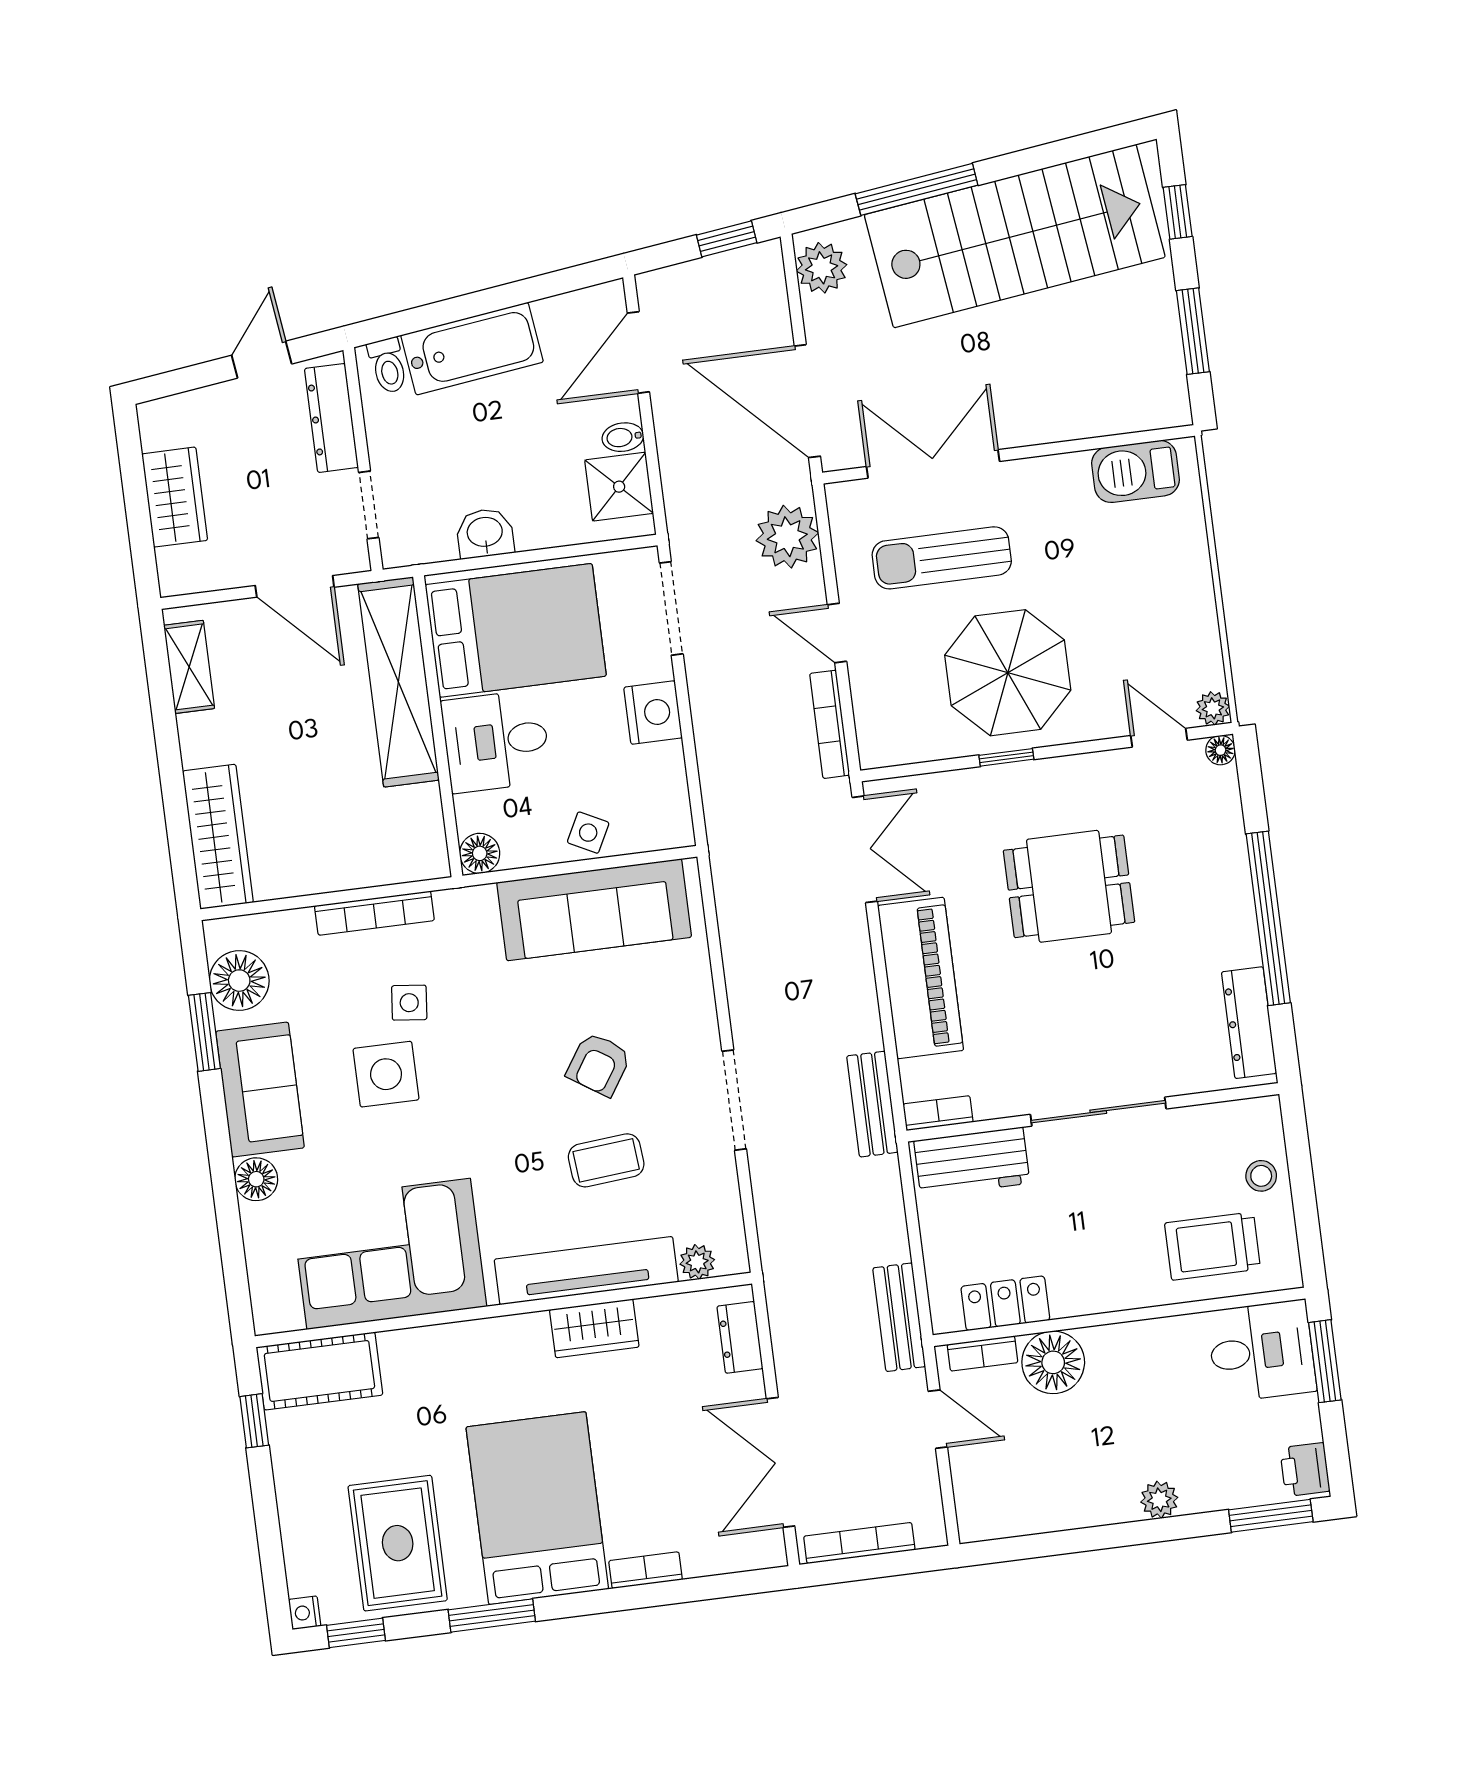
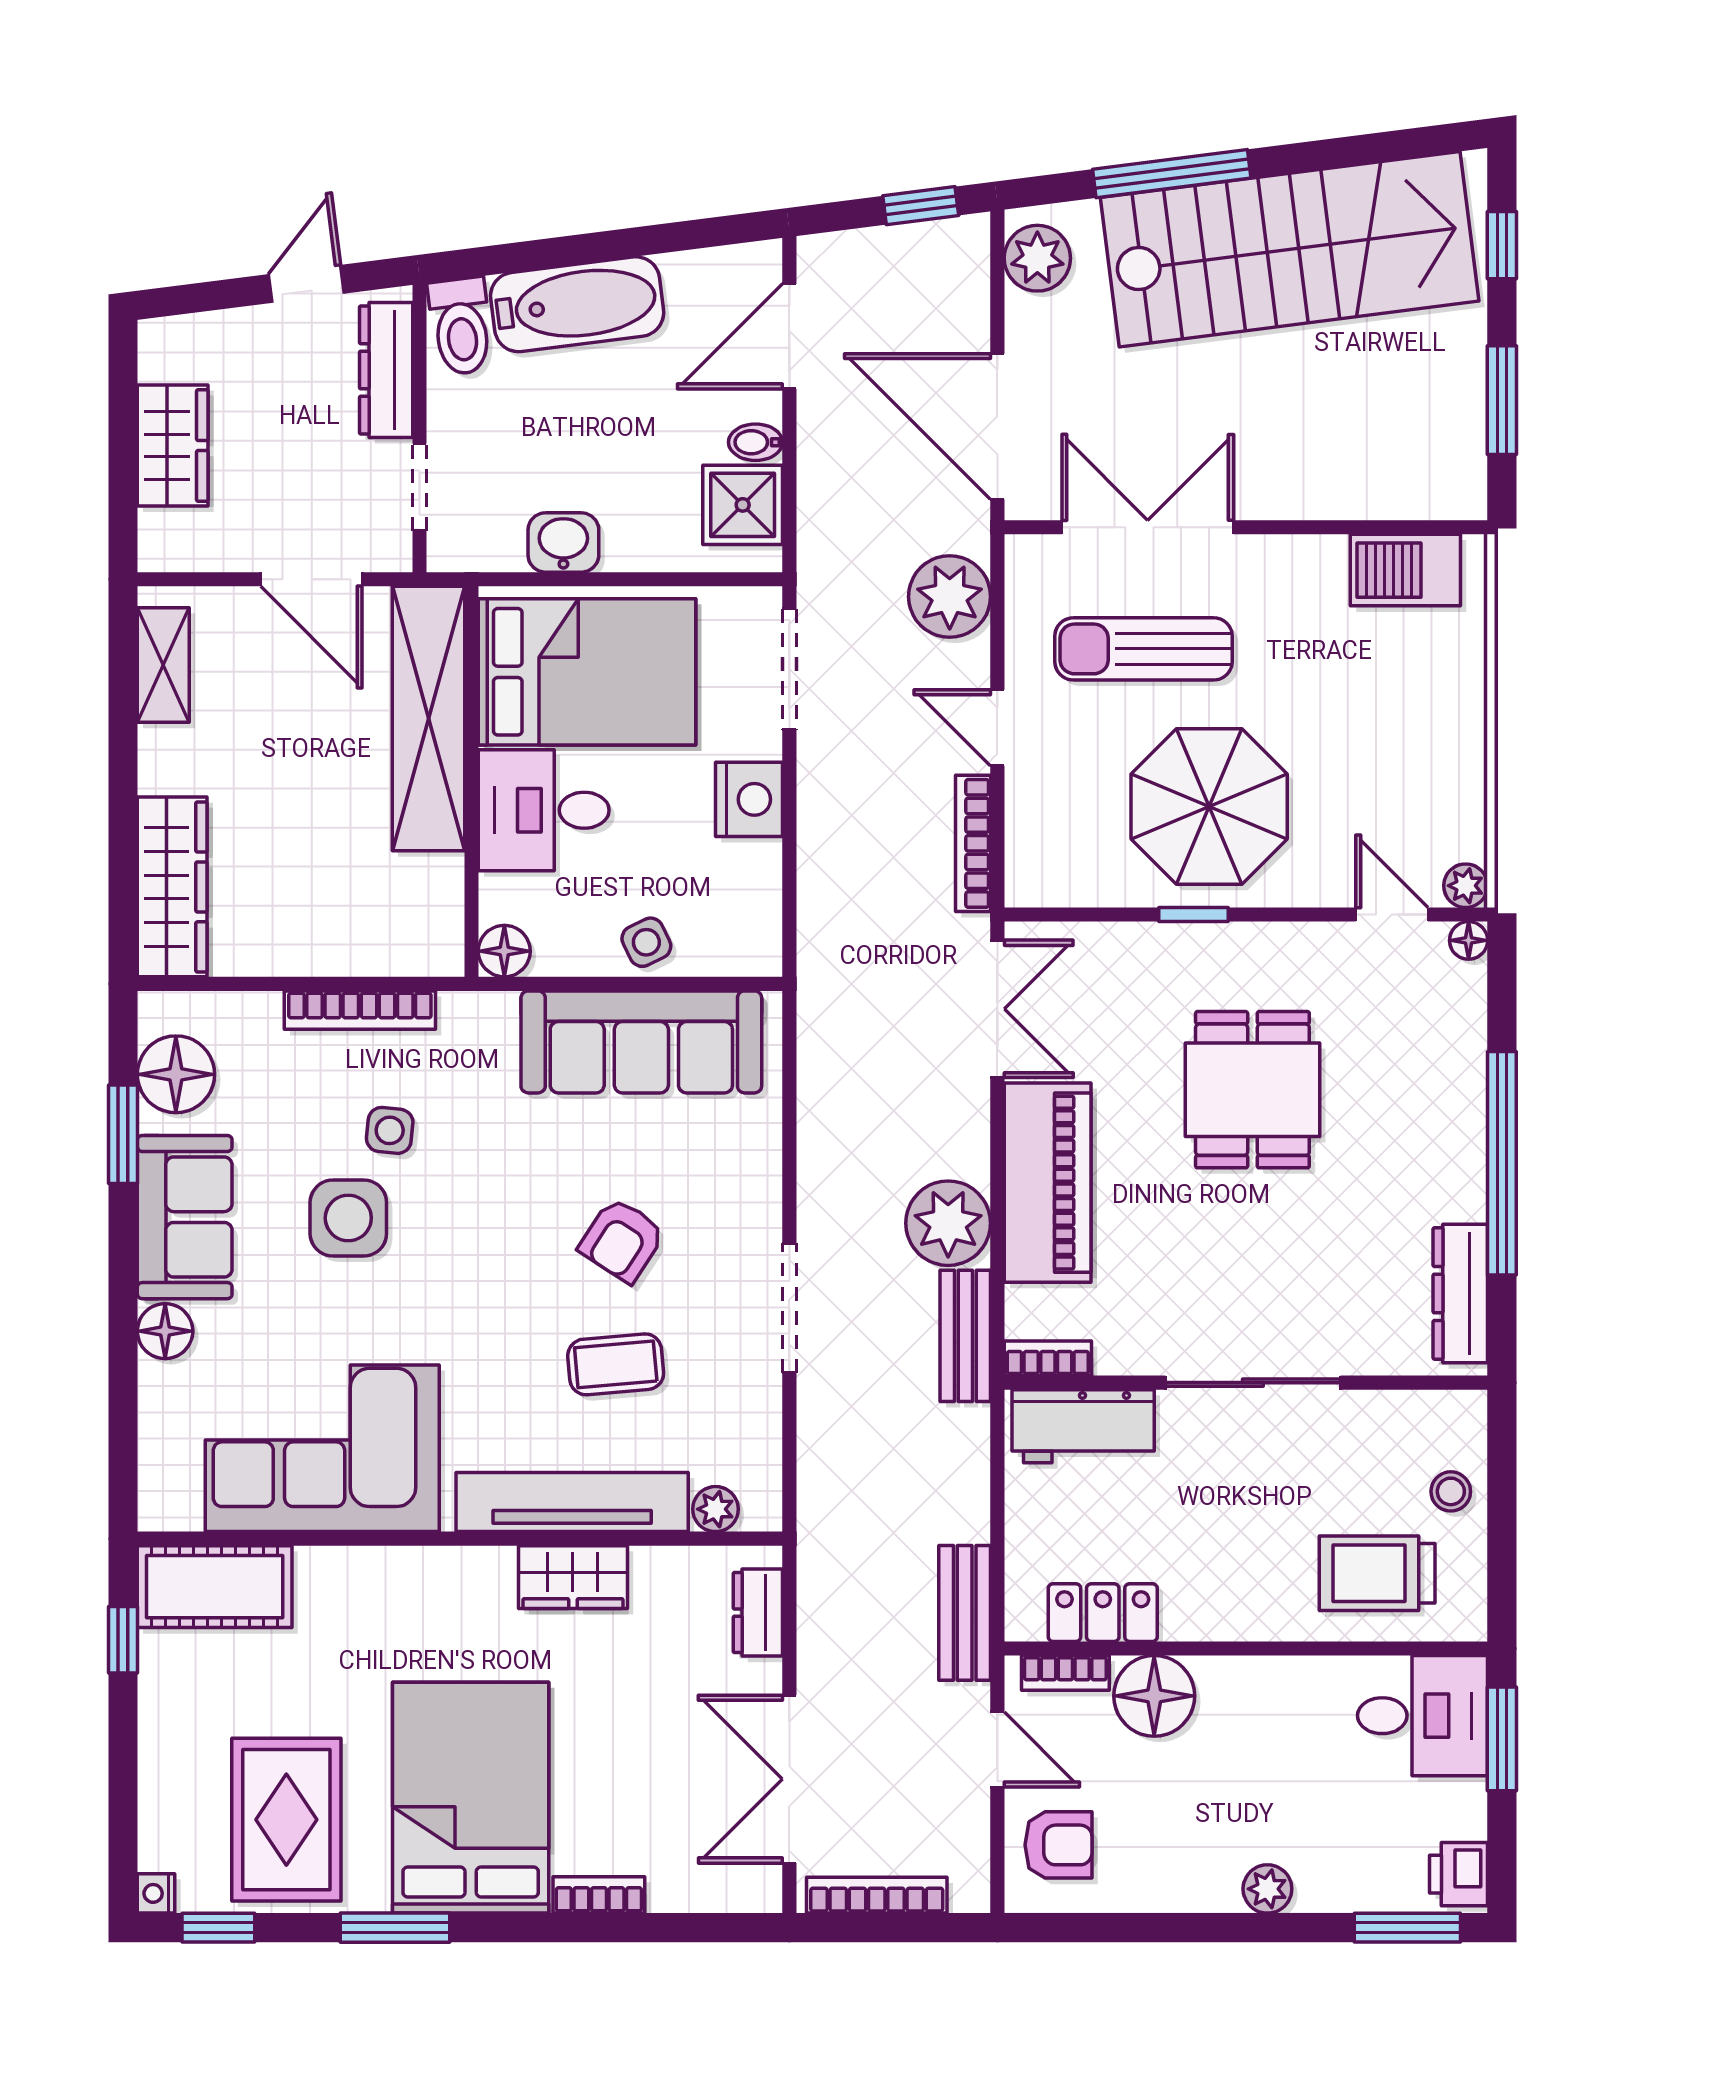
toilet: (388, 366) -> (461, 326), width x1.37, depth x1.39
side table: (588, 833) -> (646, 942), turned 37
dining table: (1069, 886) -> (1252, 1090), turned 90
plant: (848, 1019) -> (948, 1223), added
armchair: (994, 1486) -> (1059, 1845), added

